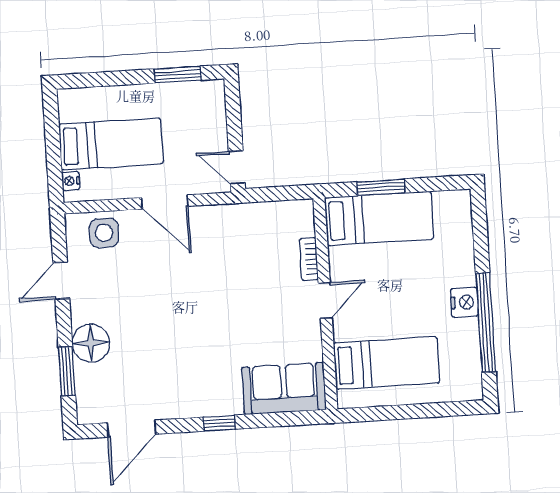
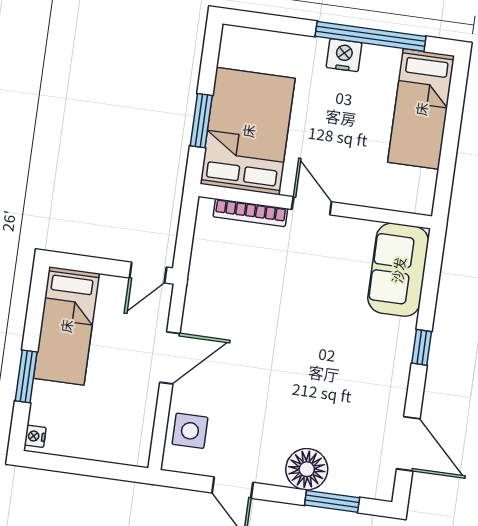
window: (178, 75) -> (26, 376), moved
bed: (111, 144) -> (66, 326), moved, turned 180
nightstand: (71, 181) -> (35, 436), moved, turned 90
bed: (379, 218) -> (248, 131), width x1.50
bookcase: (309, 259) -> (250, 213), width x1.56
bed: (386, 363) -> (421, 109), moved, turned 180

